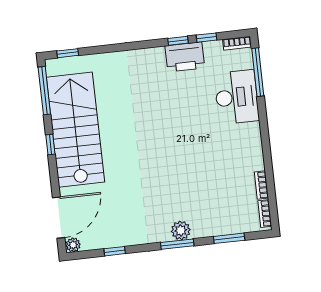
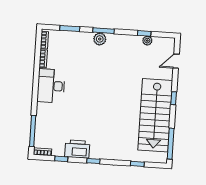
window: (178, 41) -> (93, 161), moved
window: (68, 53) -> (137, 164), moved
desk: (237, 97) -> (51, 86), moved
window: (50, 144) -> (174, 98), moved
door: (59, 218) -> (176, 61), width x0.53
plant: (73, 245) -> (147, 41), moved

